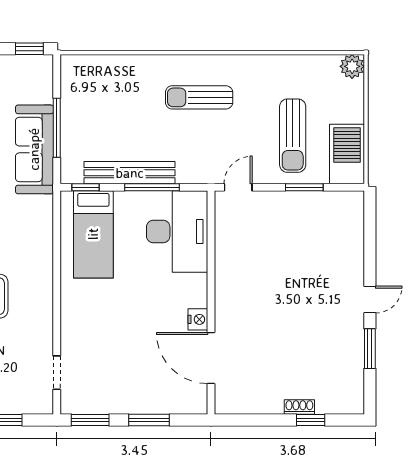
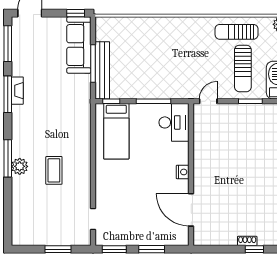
sun lounger: (199, 97) -> (237, 32), moved
sofa: (34, 149) -> (79, 45), moved
bench: (130, 173) -> (102, 70), moved, turned 90
desk: (177, 231) -> (174, 122), width x0.73, depth x0.77
nightstand: (198, 319) -> (183, 172), moved

